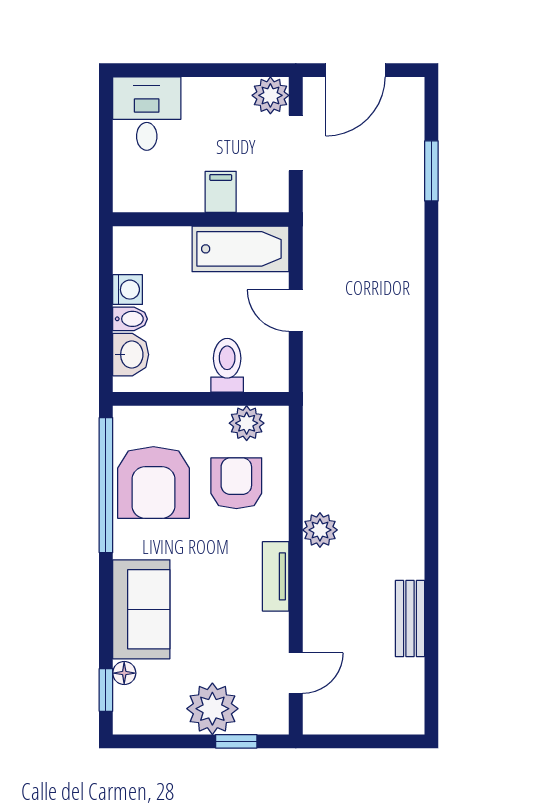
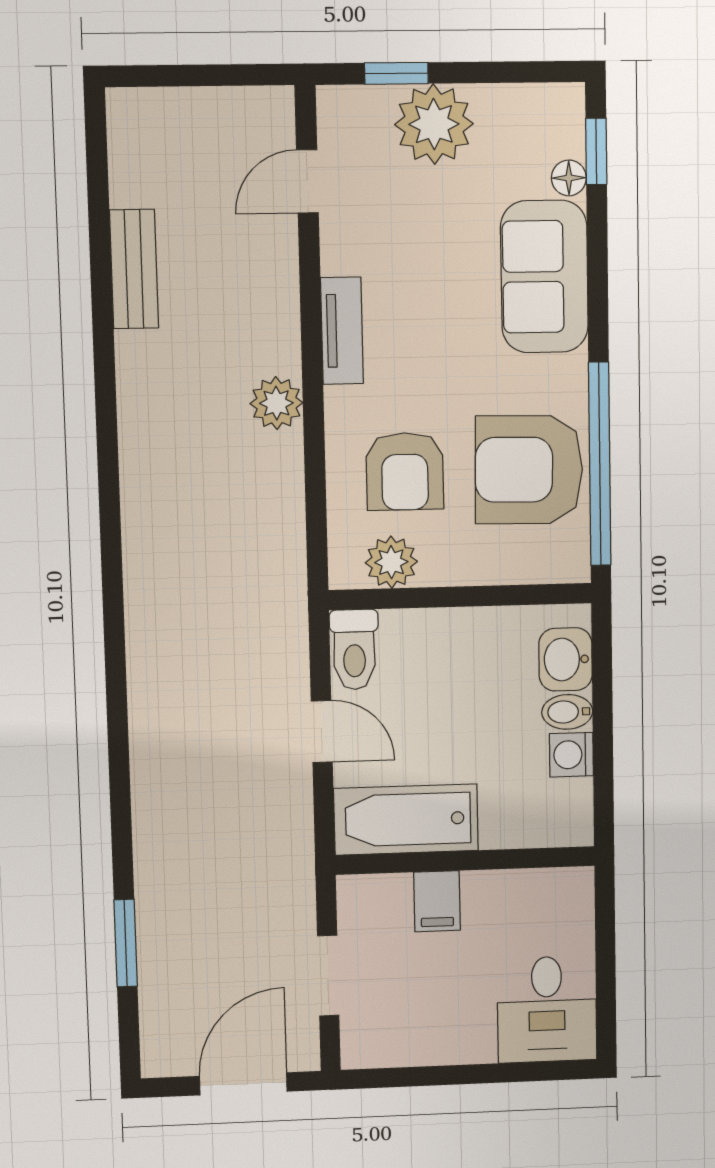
plant: (270, 95) -> (367, 1042), removed
toilet: (227, 365) -> (354, 650), moved
armchair: (153, 482) -> (529, 470), turned -89

